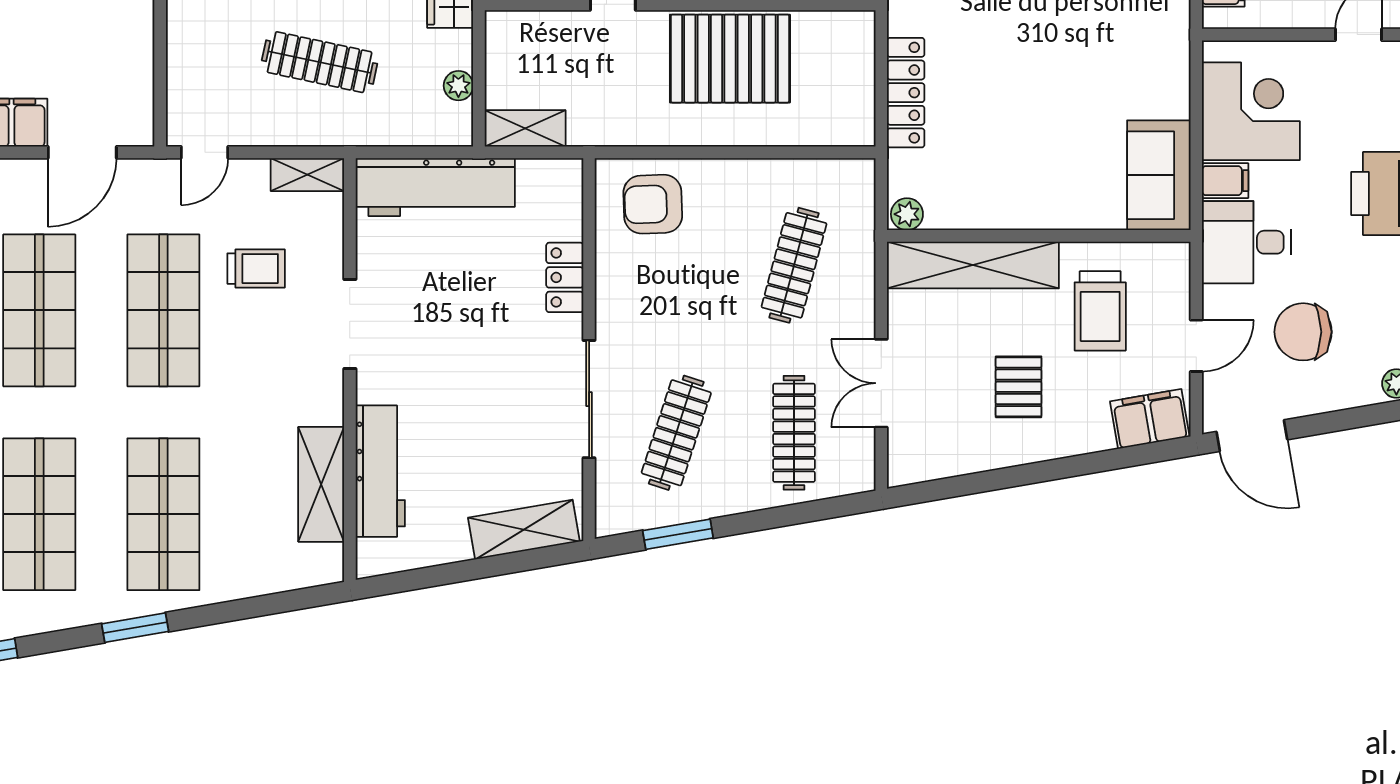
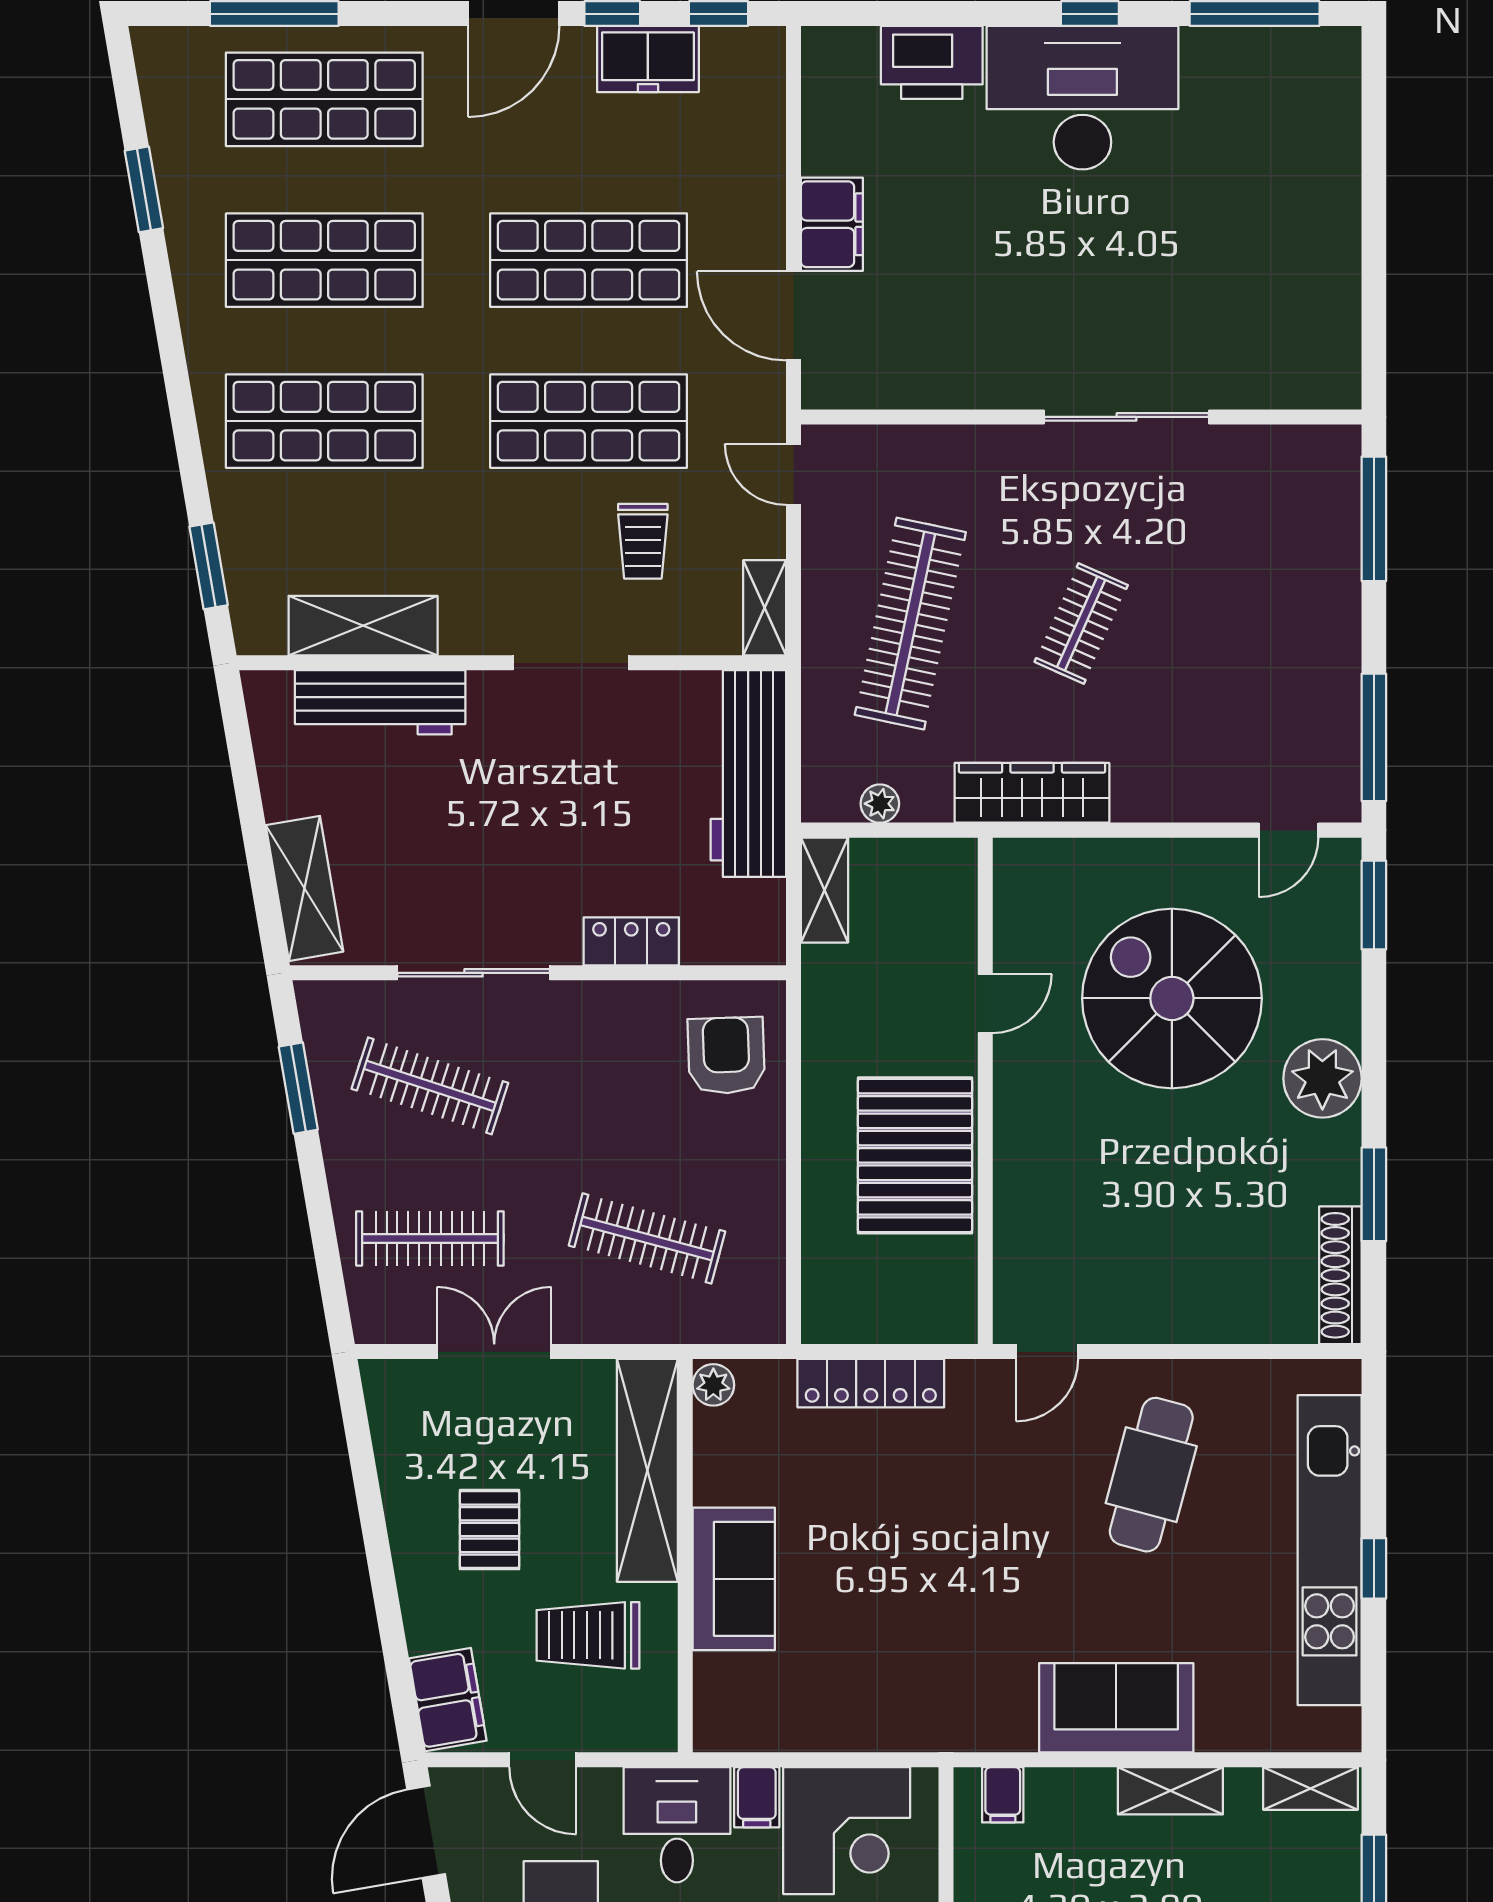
clothes rail: (320, 62) -> (910, 624), width x1.37, depth x1.31
sofa: (1159, 175) -> (734, 1579), moved, turned 90
pallet: (1019, 387) -> (489, 1530), turned 90
window: (135, 628) -> (209, 566), moved

